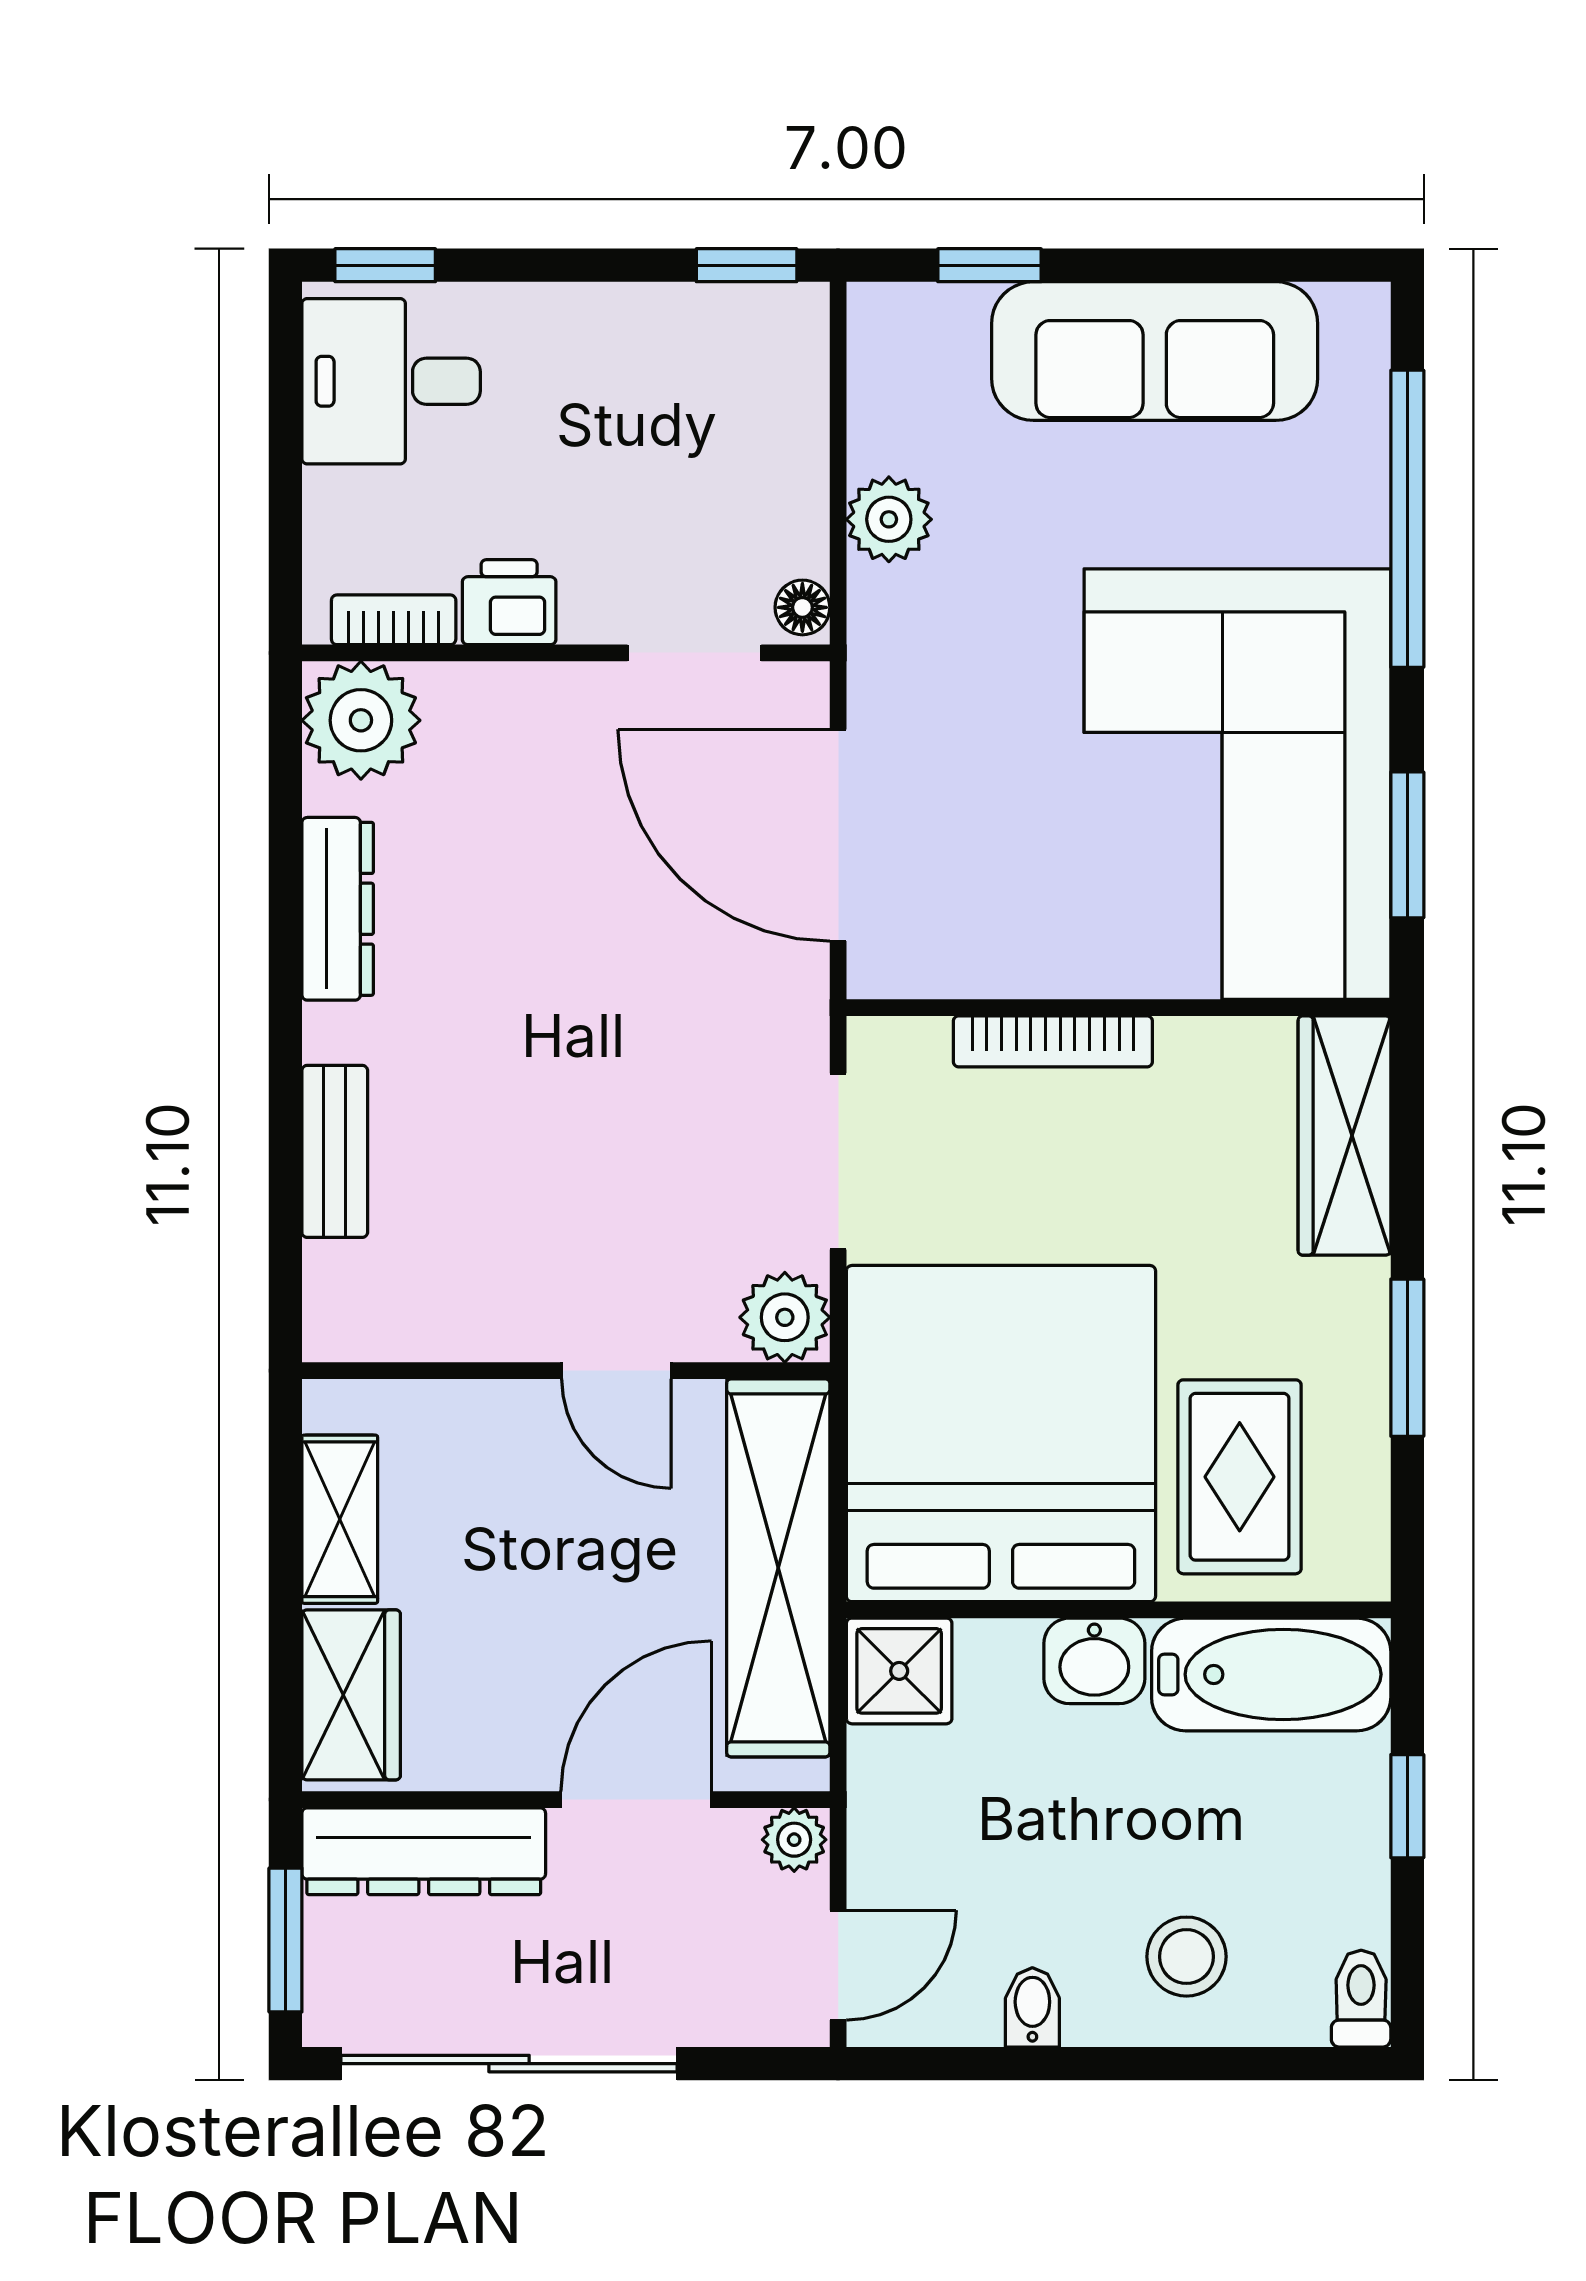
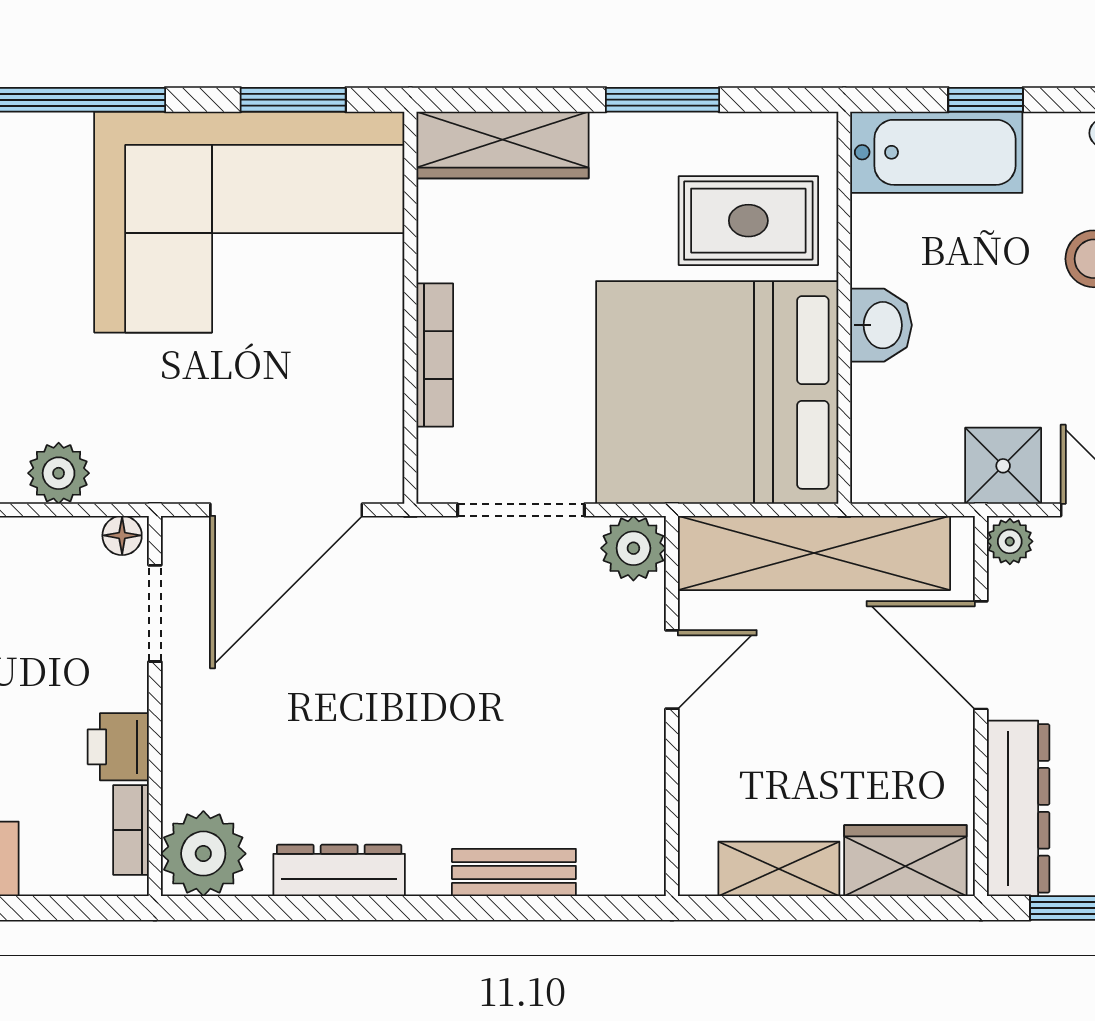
shower: (899, 1671) -> (1003, 466), moved
bathtub: (1271, 1674) -> (936, 152), moved, turned 90

